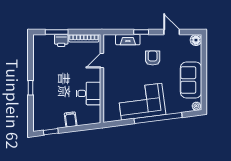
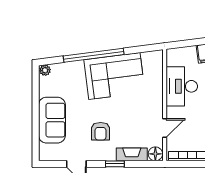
floor lamp: (196, 40) -> (155, 154), moved
sofa: (191, 80) -> (52, 120), moved
desk: (88, 93) -> (182, 86), width x1.37

